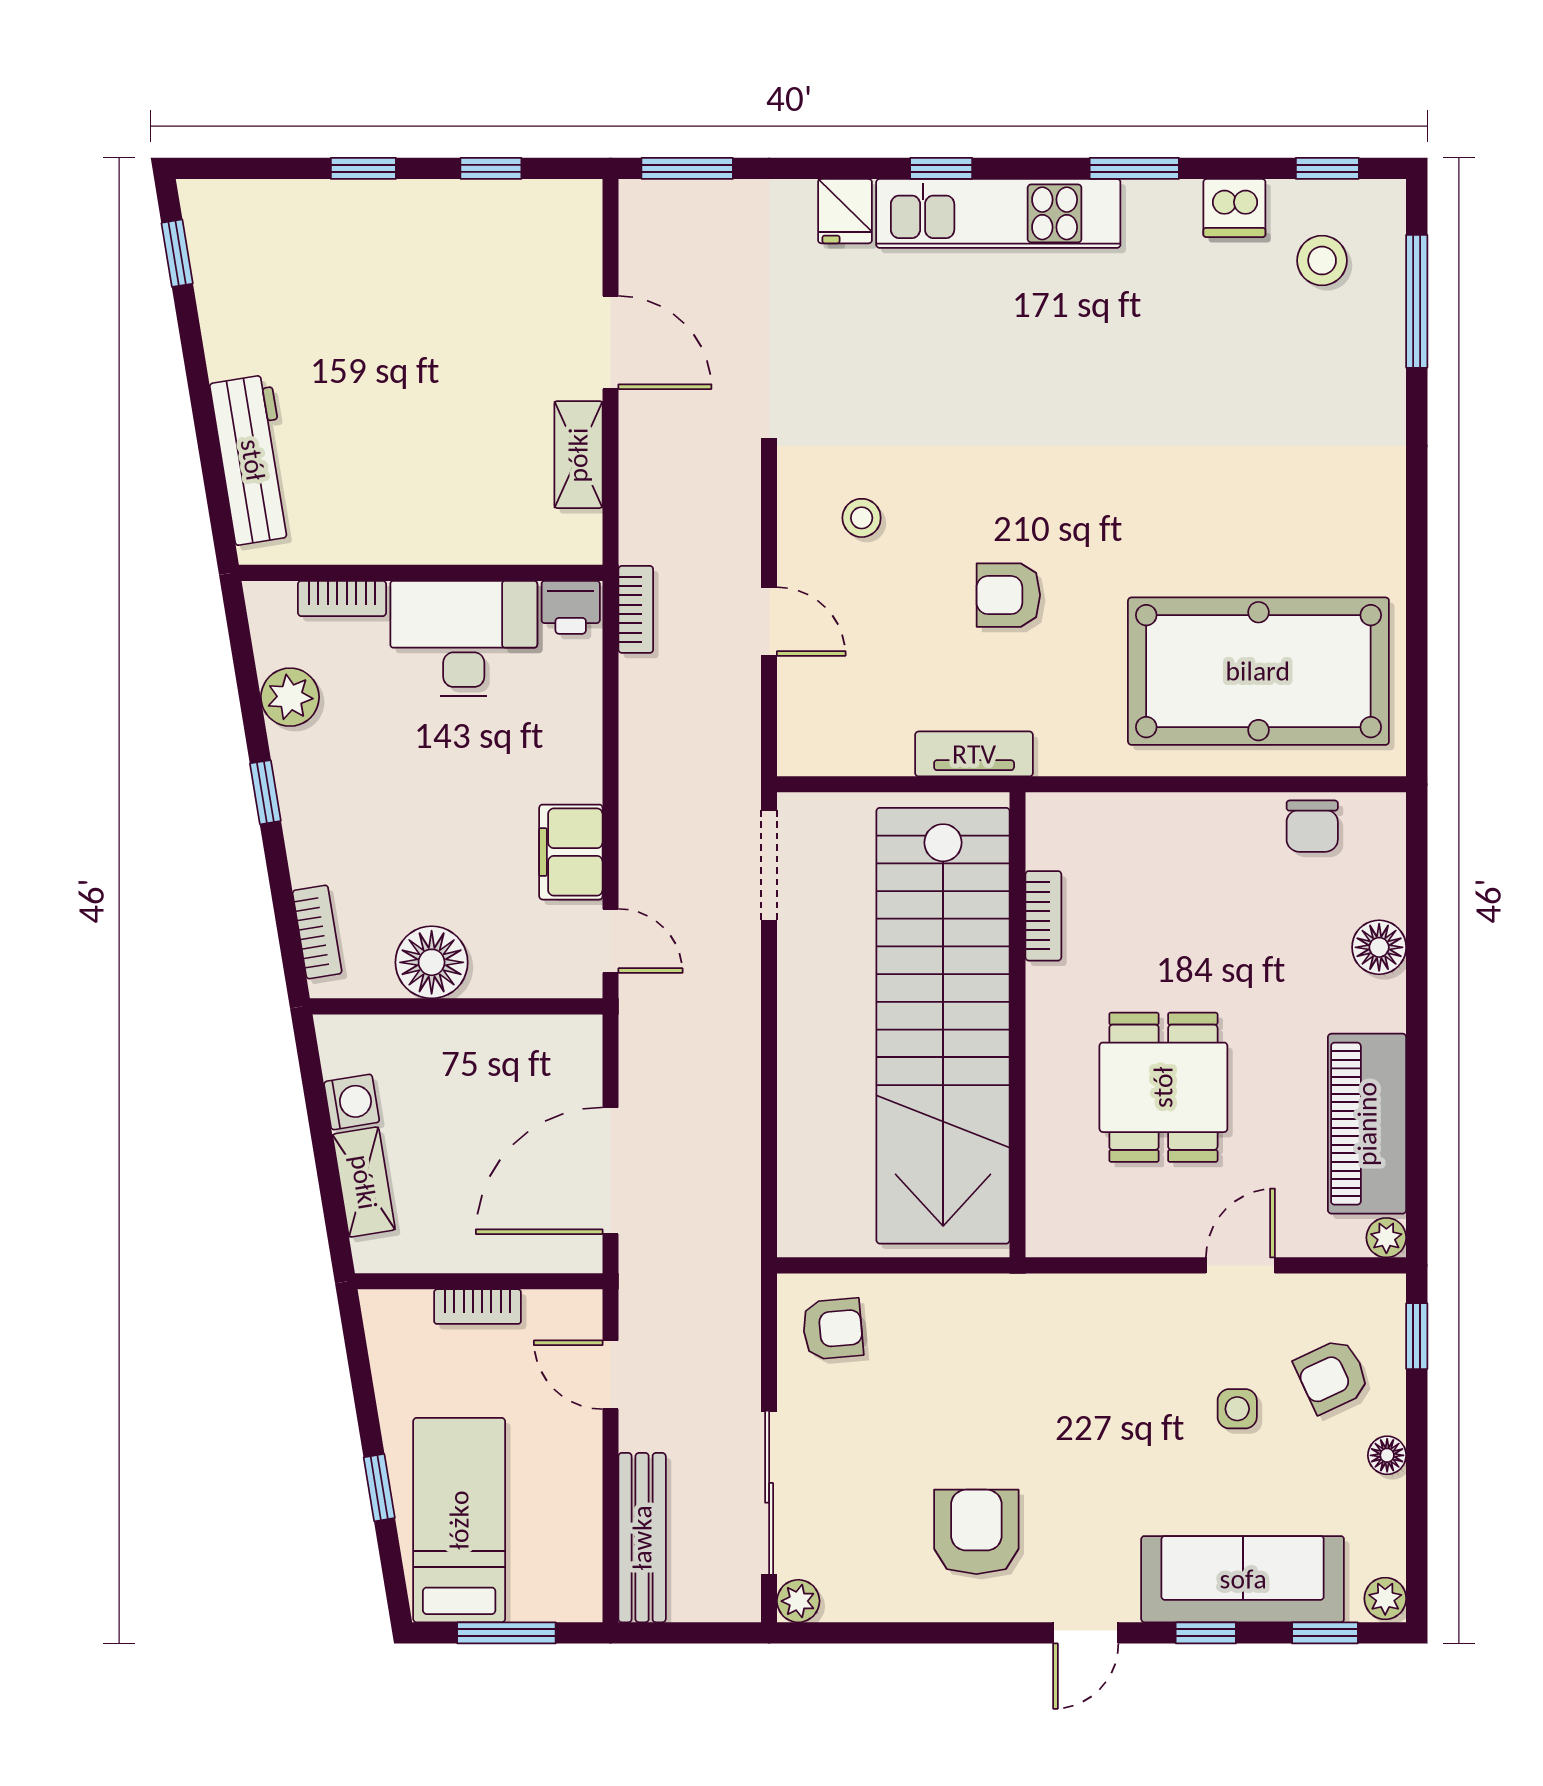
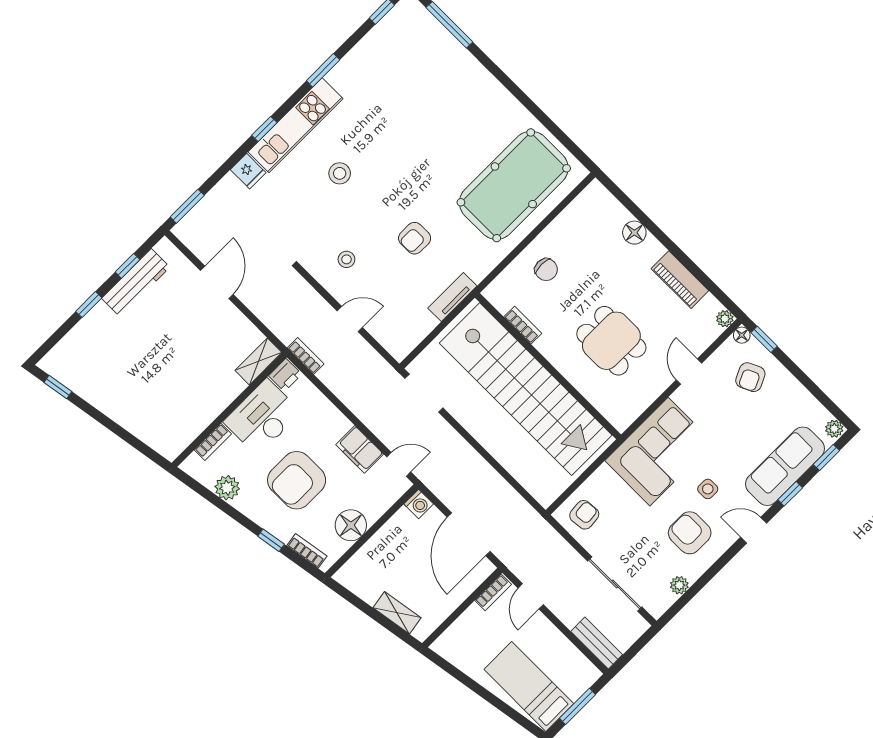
dishwasher: (1234, 208) -> (366, 52), removed
stool: (1322, 261) -> (340, 173), moved
door: (610, 343) -> (217, 282), hinge flipped
shelving: (578, 455) -> (258, 361), moved, turned 90
workbench: (253, 460) -> (136, 283), moved, turned 99
window: (265, 792) -> (271, 540), moved
armchair: (416, 799) -> (297, 480), added
chair: (1312, 826) -> (546, 270), moved
washing machine: (352, 1102) -> (419, 504), moved, turned 99
piano: (1367, 1124) -> (680, 280), width x0.73, depth x0.75
bookcase: (478, 1307) -> (493, 592), moved
corner sofa: (1060, 1348) -> (659, 452), added
door: (610, 1375) -> (531, 596), hinge flipped
side table: (1237, 1409) -> (708, 489), moved
floor lamp: (1387, 1455) -> (742, 335), moved
window: (379, 1488) -> (495, 701), removed
bench: (642, 1538) -> (597, 643), width x0.73
plant: (798, 1601) -> (679, 585), moved
door: (1086, 1633) -> (754, 530), swing flipped

